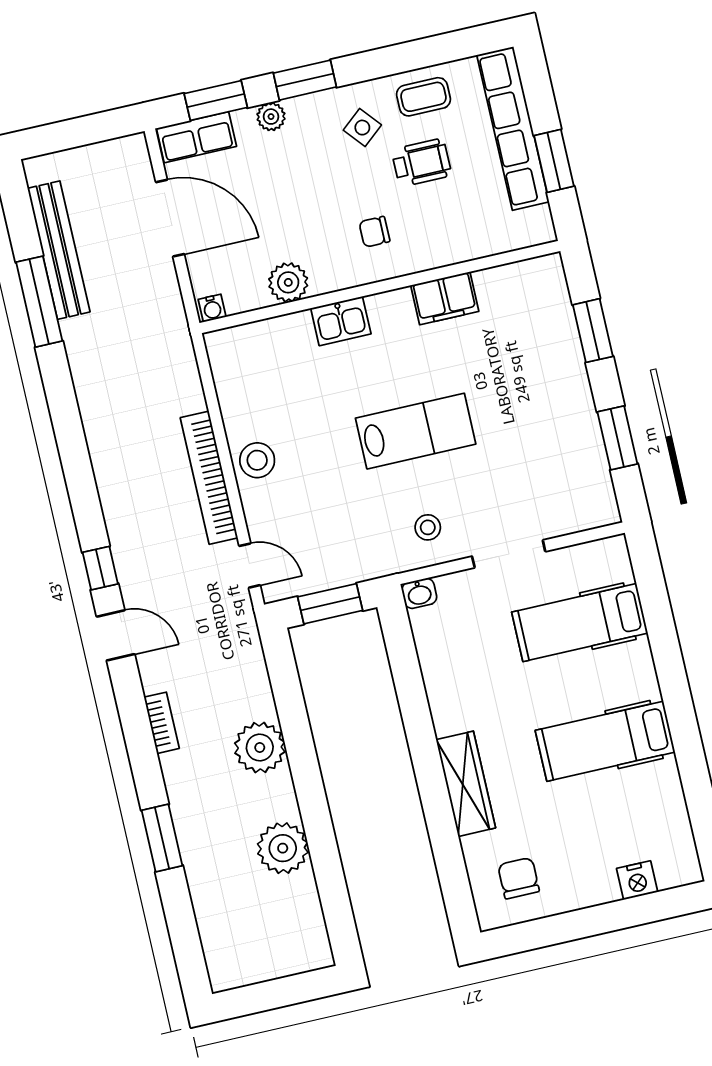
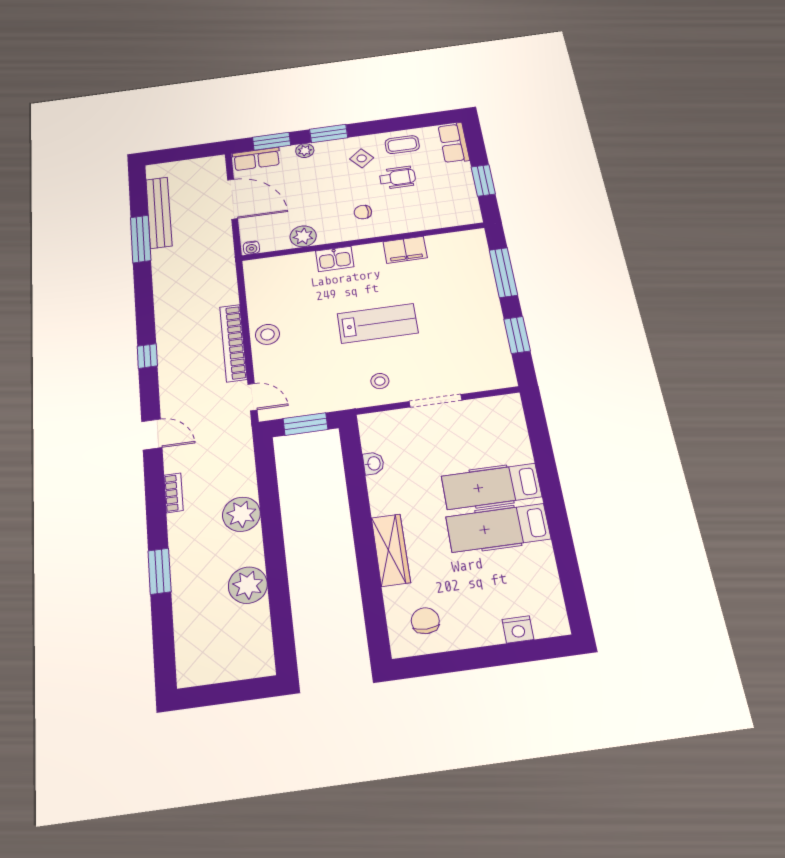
row of seats: (513, 128) -> (454, 143), width x0.50
window: (593, 331) -> (503, 272), width x1.44
window: (100, 568) -> (147, 356), moved
washbasin: (419, 593) -> (373, 463), moved, turned -90
hospital bed: (580, 623) -> (491, 486), moved

